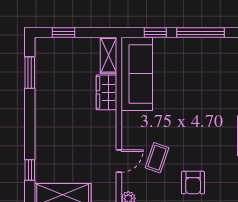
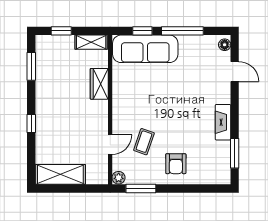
shelving: (108, 55) -> (91, 42), moved, turned 90
sofa: (137, 74) -> (145, 49), moved, turned 90
window: (30, 170) -> (31, 123), moved

